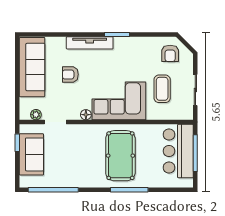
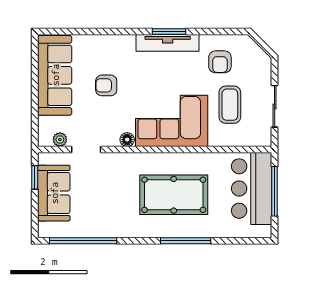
tv unit: (90, 43) -> (168, 43), moved
armchair: (170, 53) -> (220, 62), moved
pool table: (120, 156) -> (174, 195), turned 90

